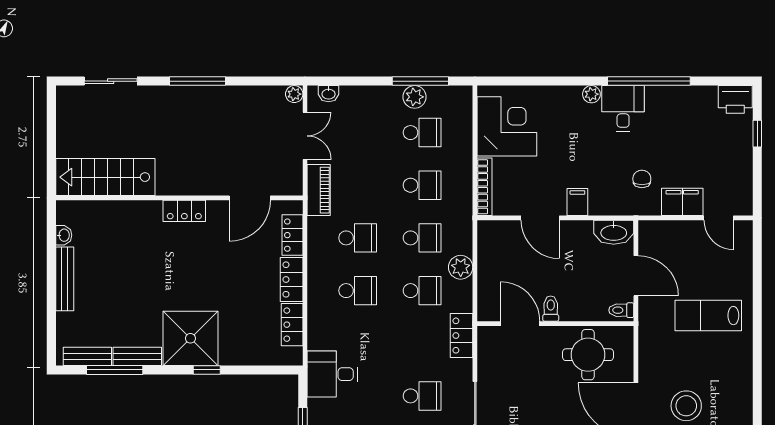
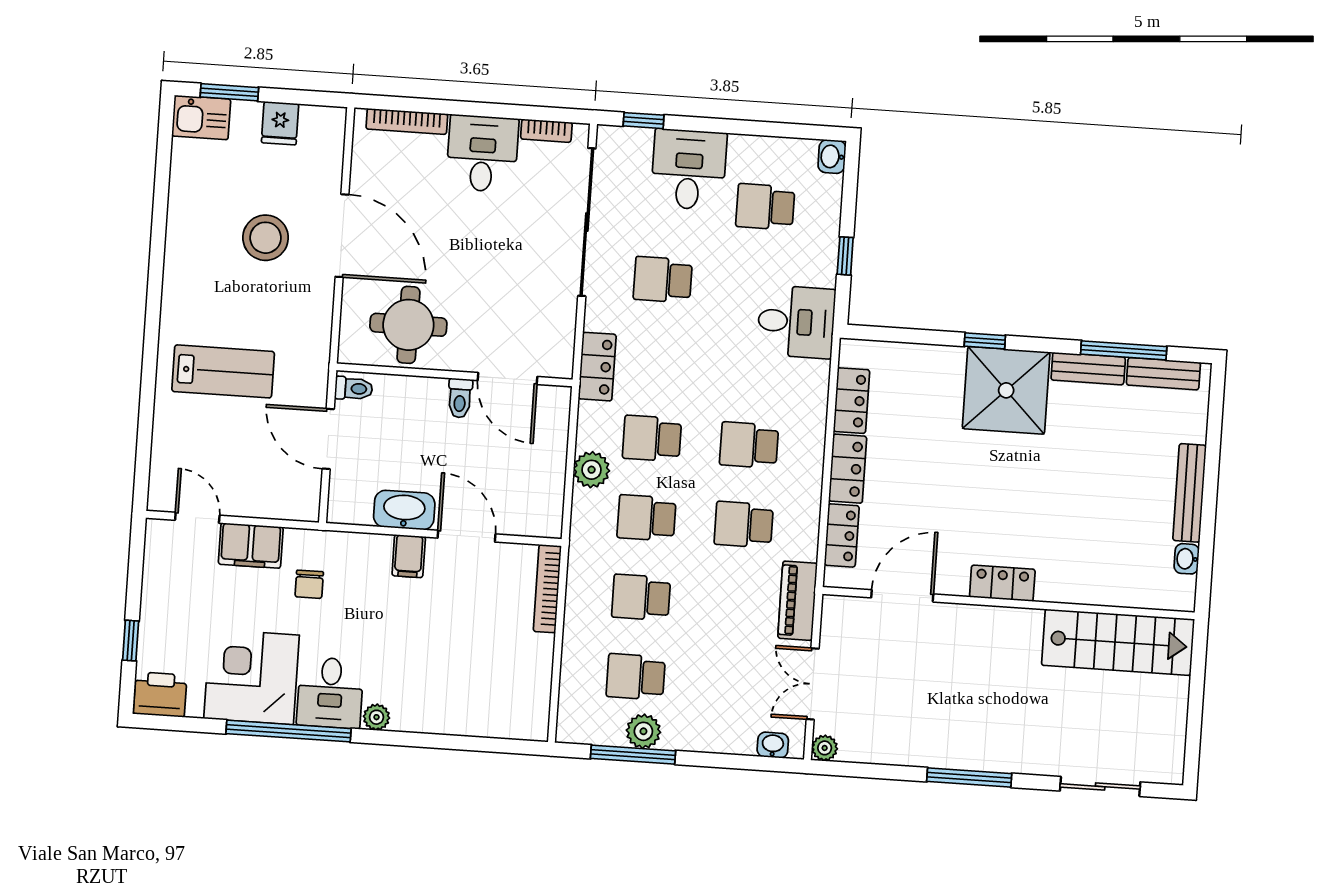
corner desk: (507, 126) -> (252, 677), moved, turned 90
washbasin: (614, 232) -> (404, 510), moved

